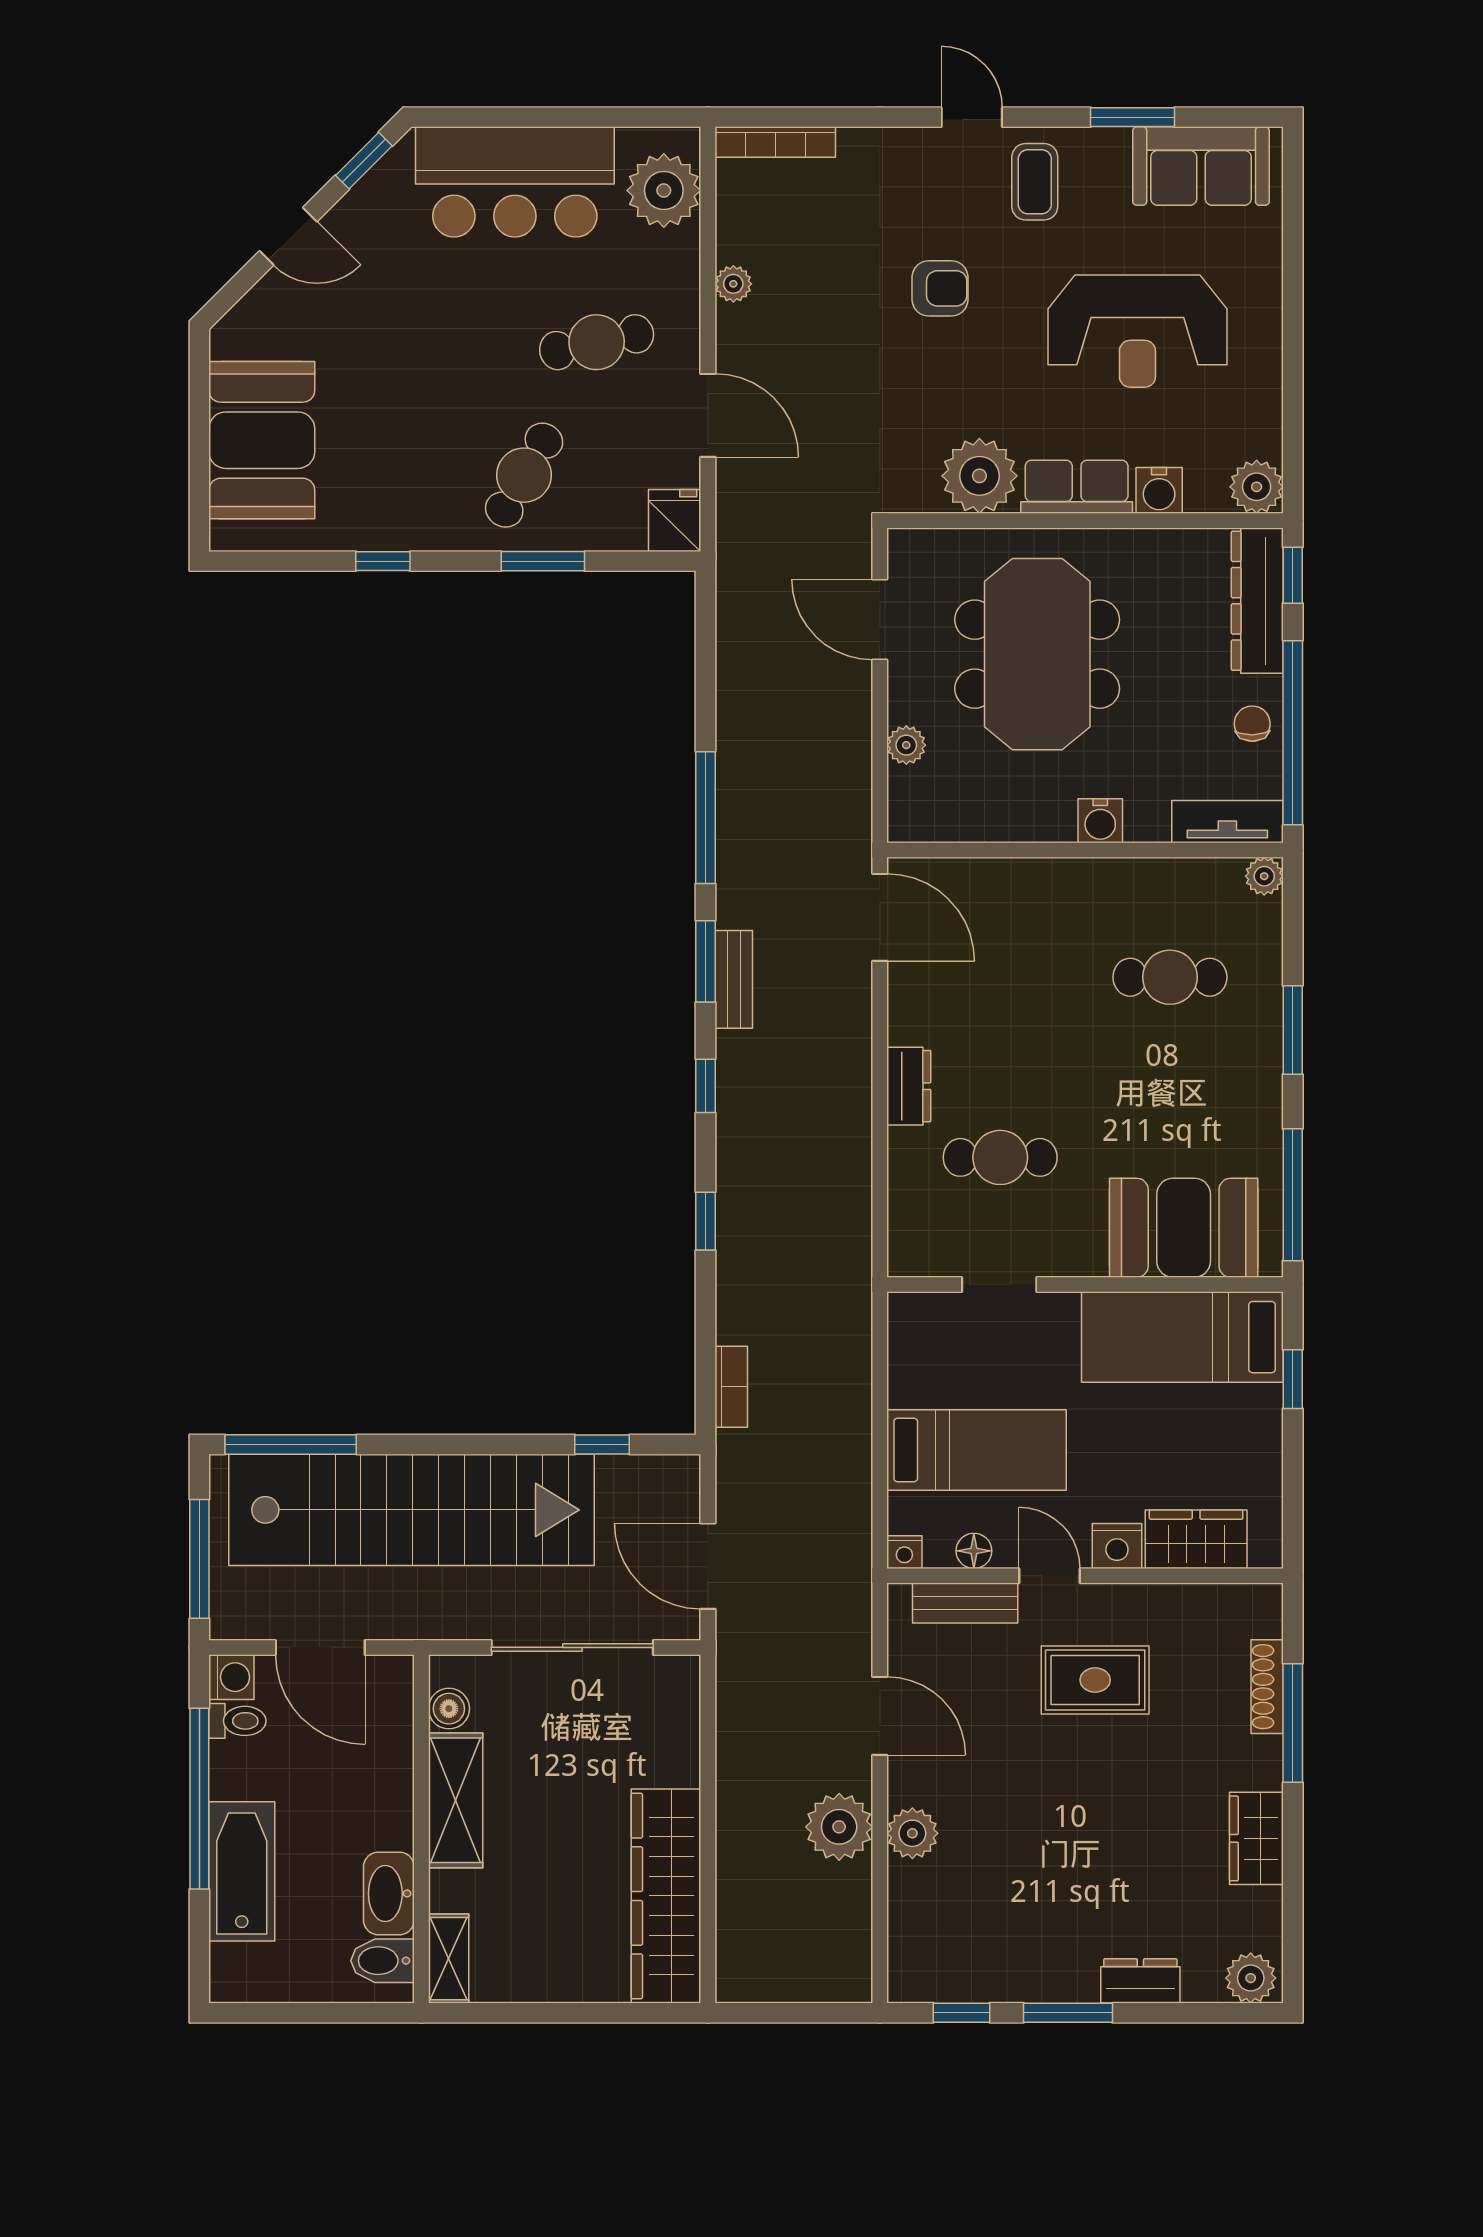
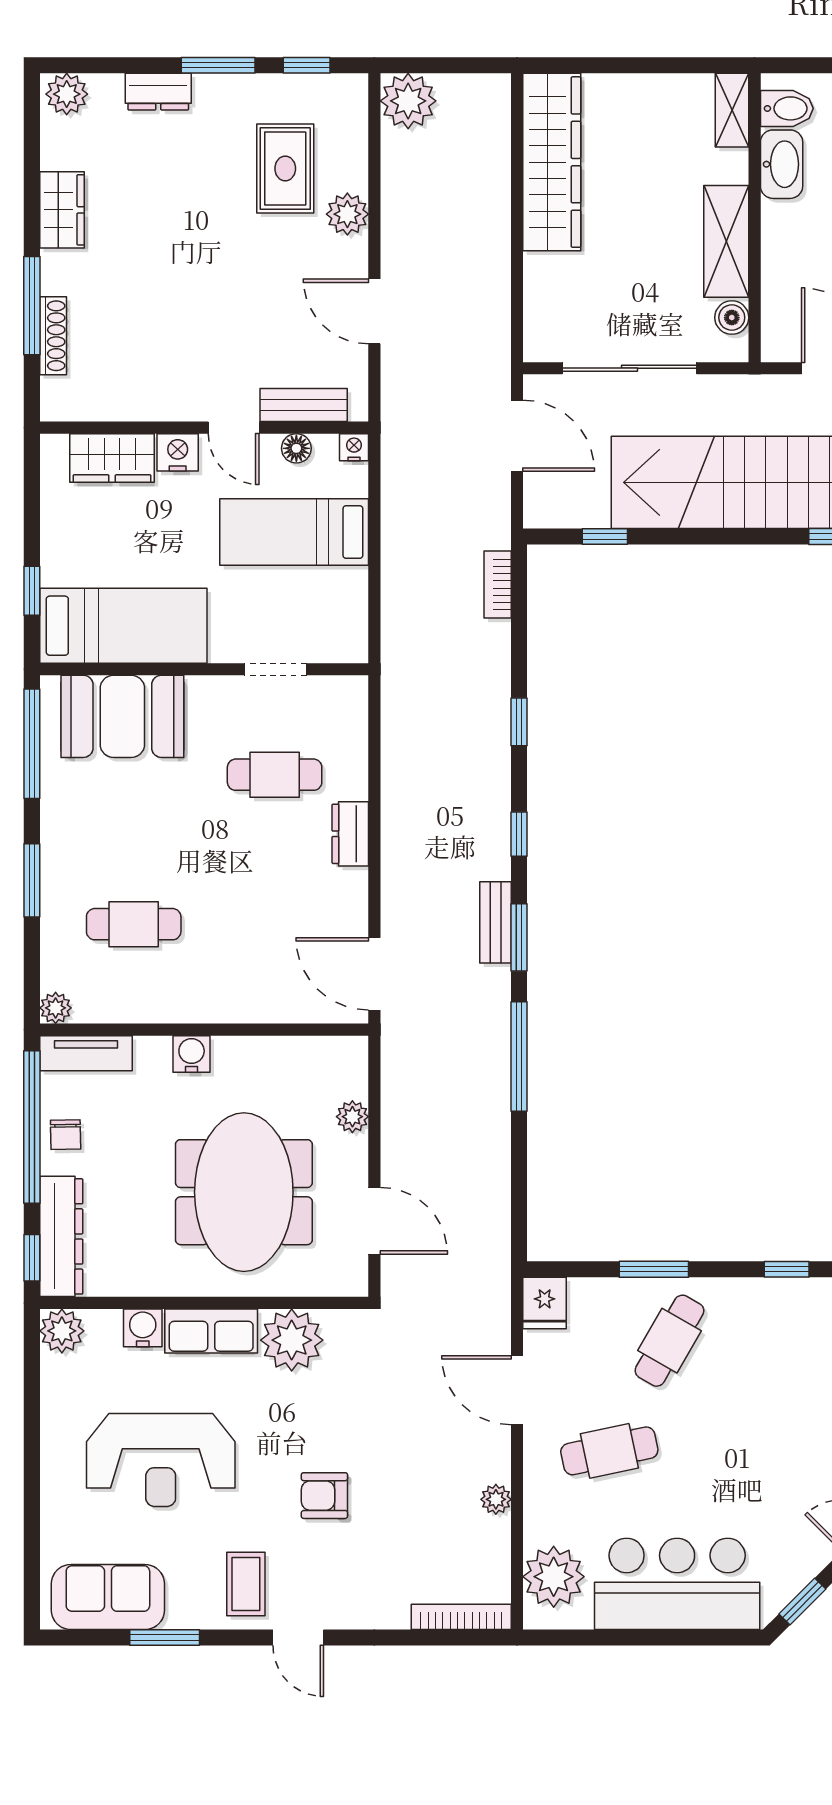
reception desk: (1137, 331) -> (161, 1460), turned 180
rug: (1095, 1680) -> (285, 168), moved, turned 90
plant: (839, 1827) -> (408, 101), moved

